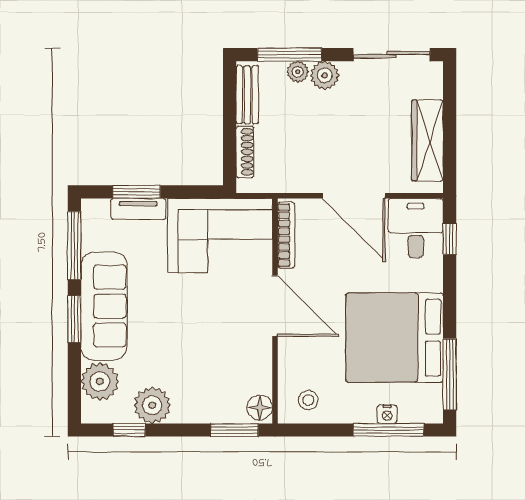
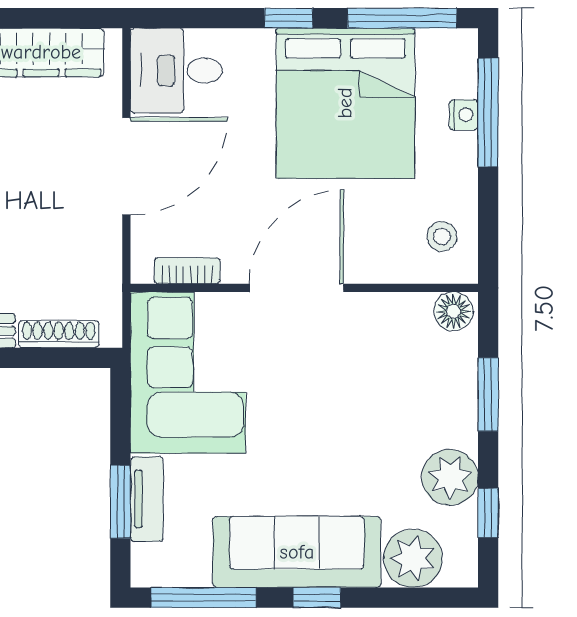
bookcase: (286, 235) -> (187, 271), width x0.64
window: (450, 239) -> (289, 18), moved
window: (74, 319) -> (317, 598), width x0.67
window: (235, 430) -> (488, 395), moved

